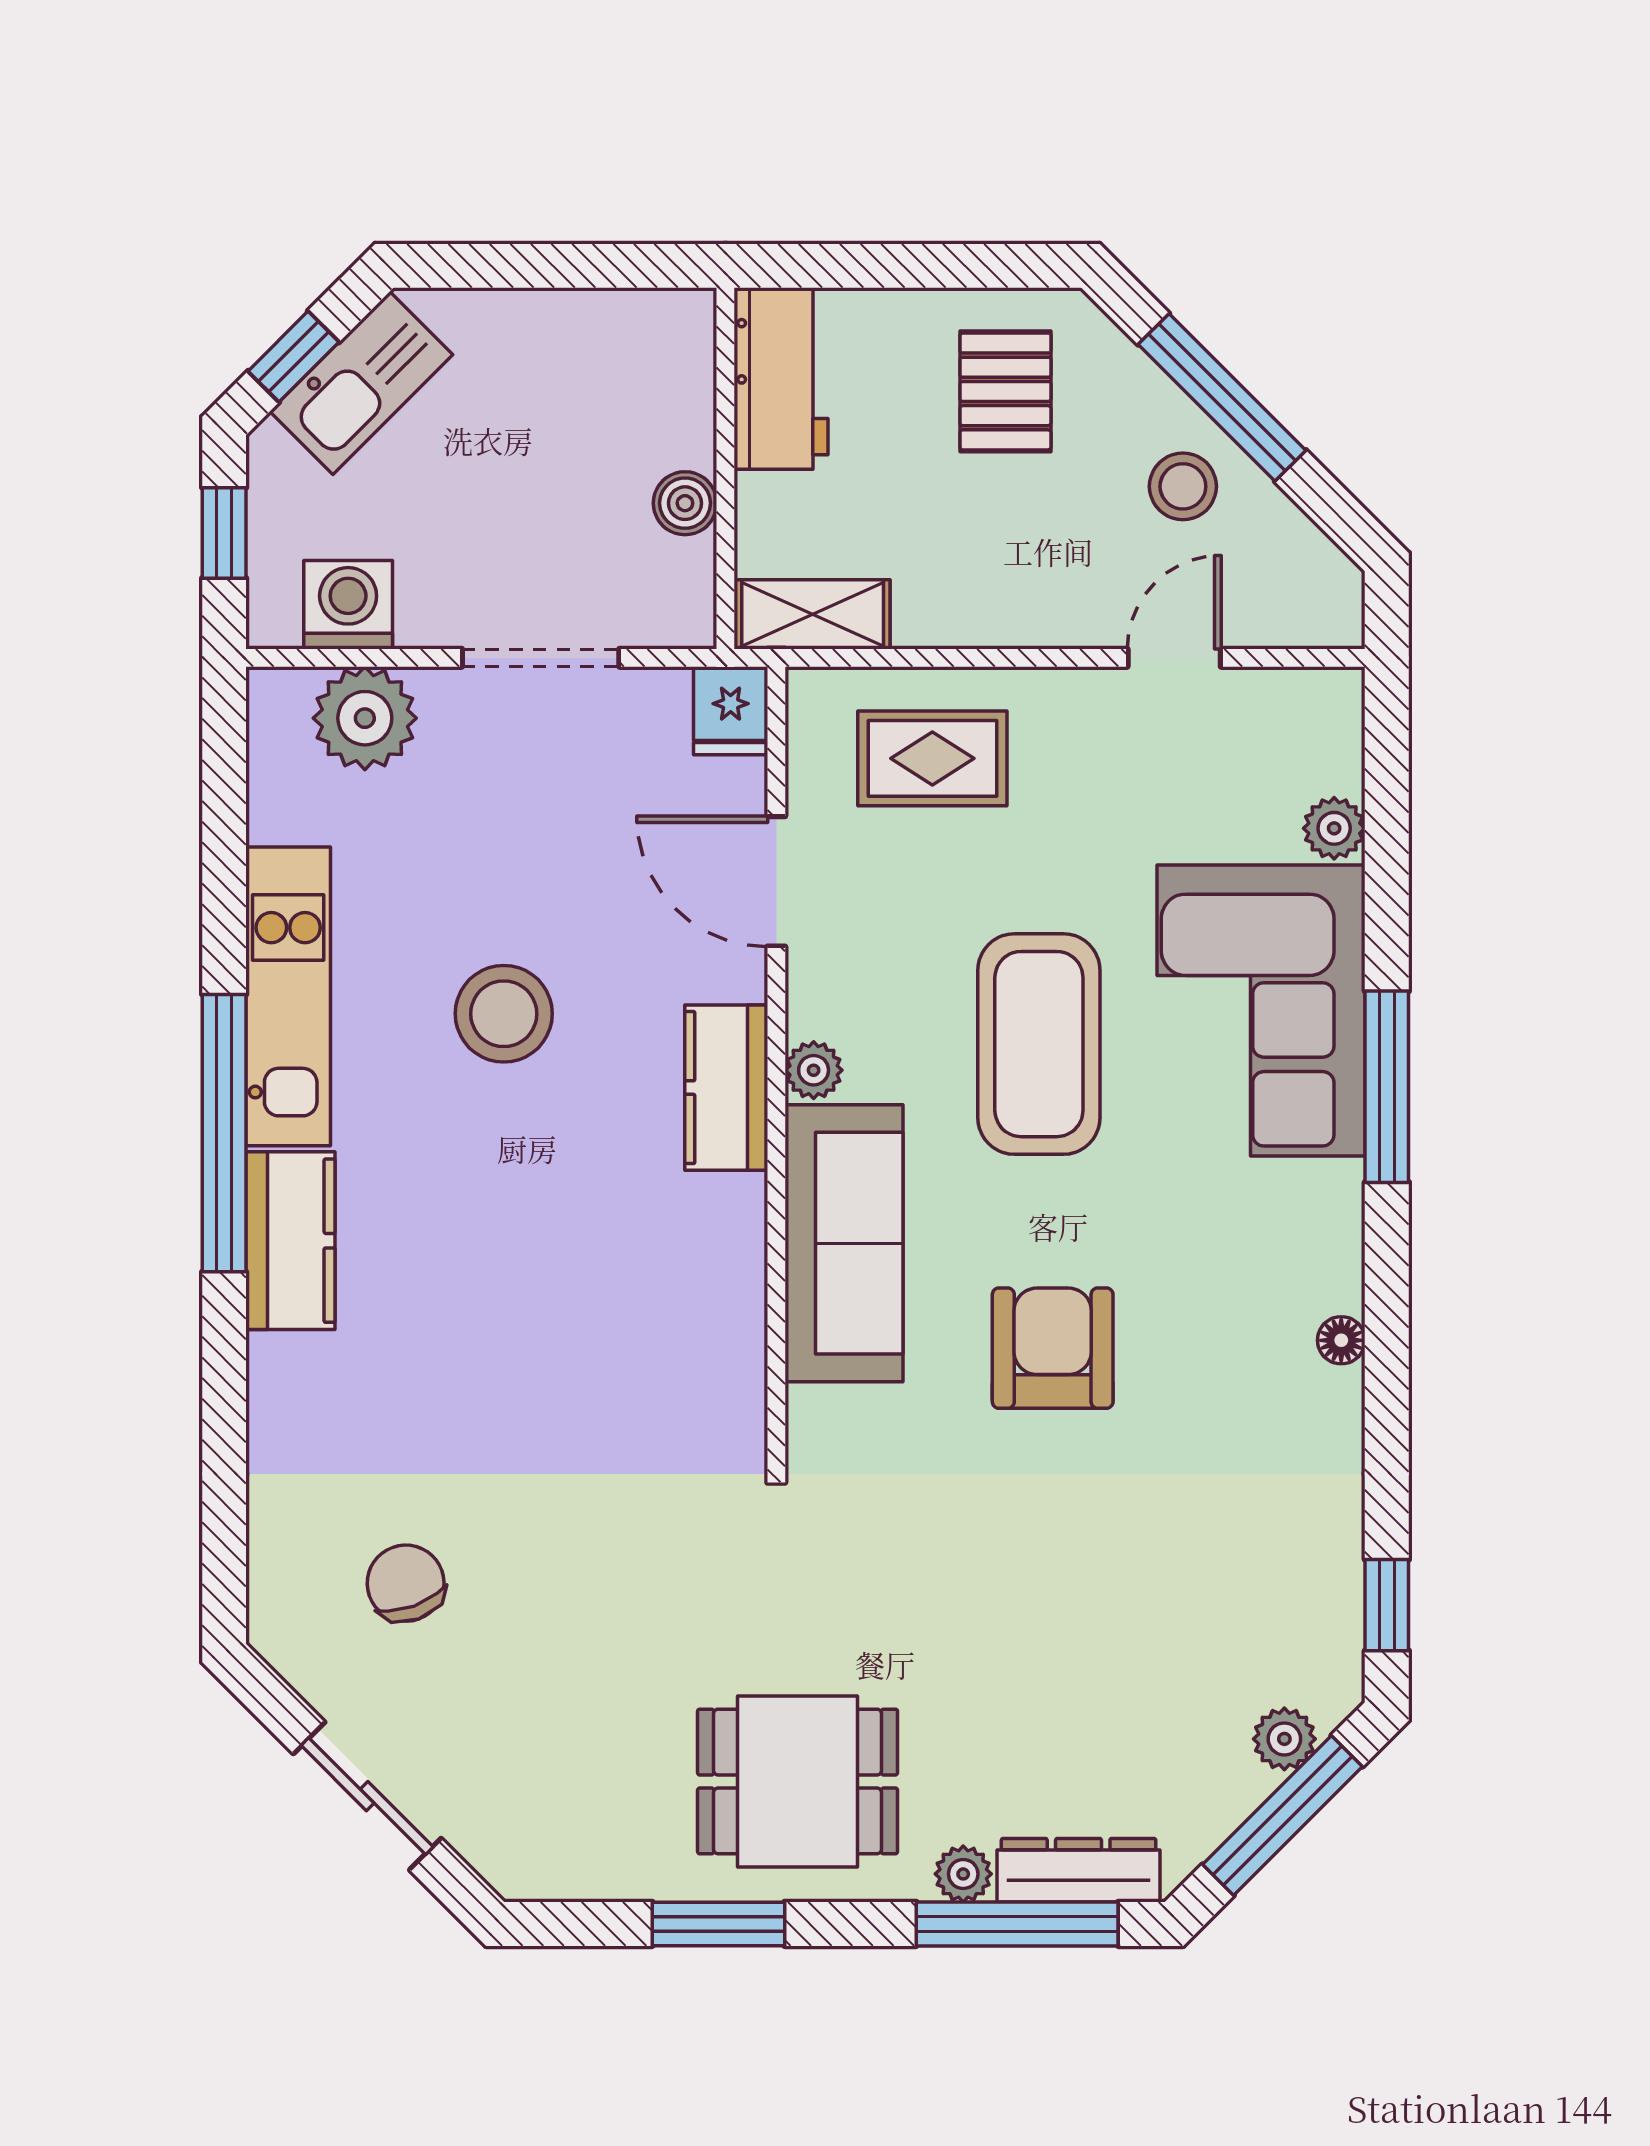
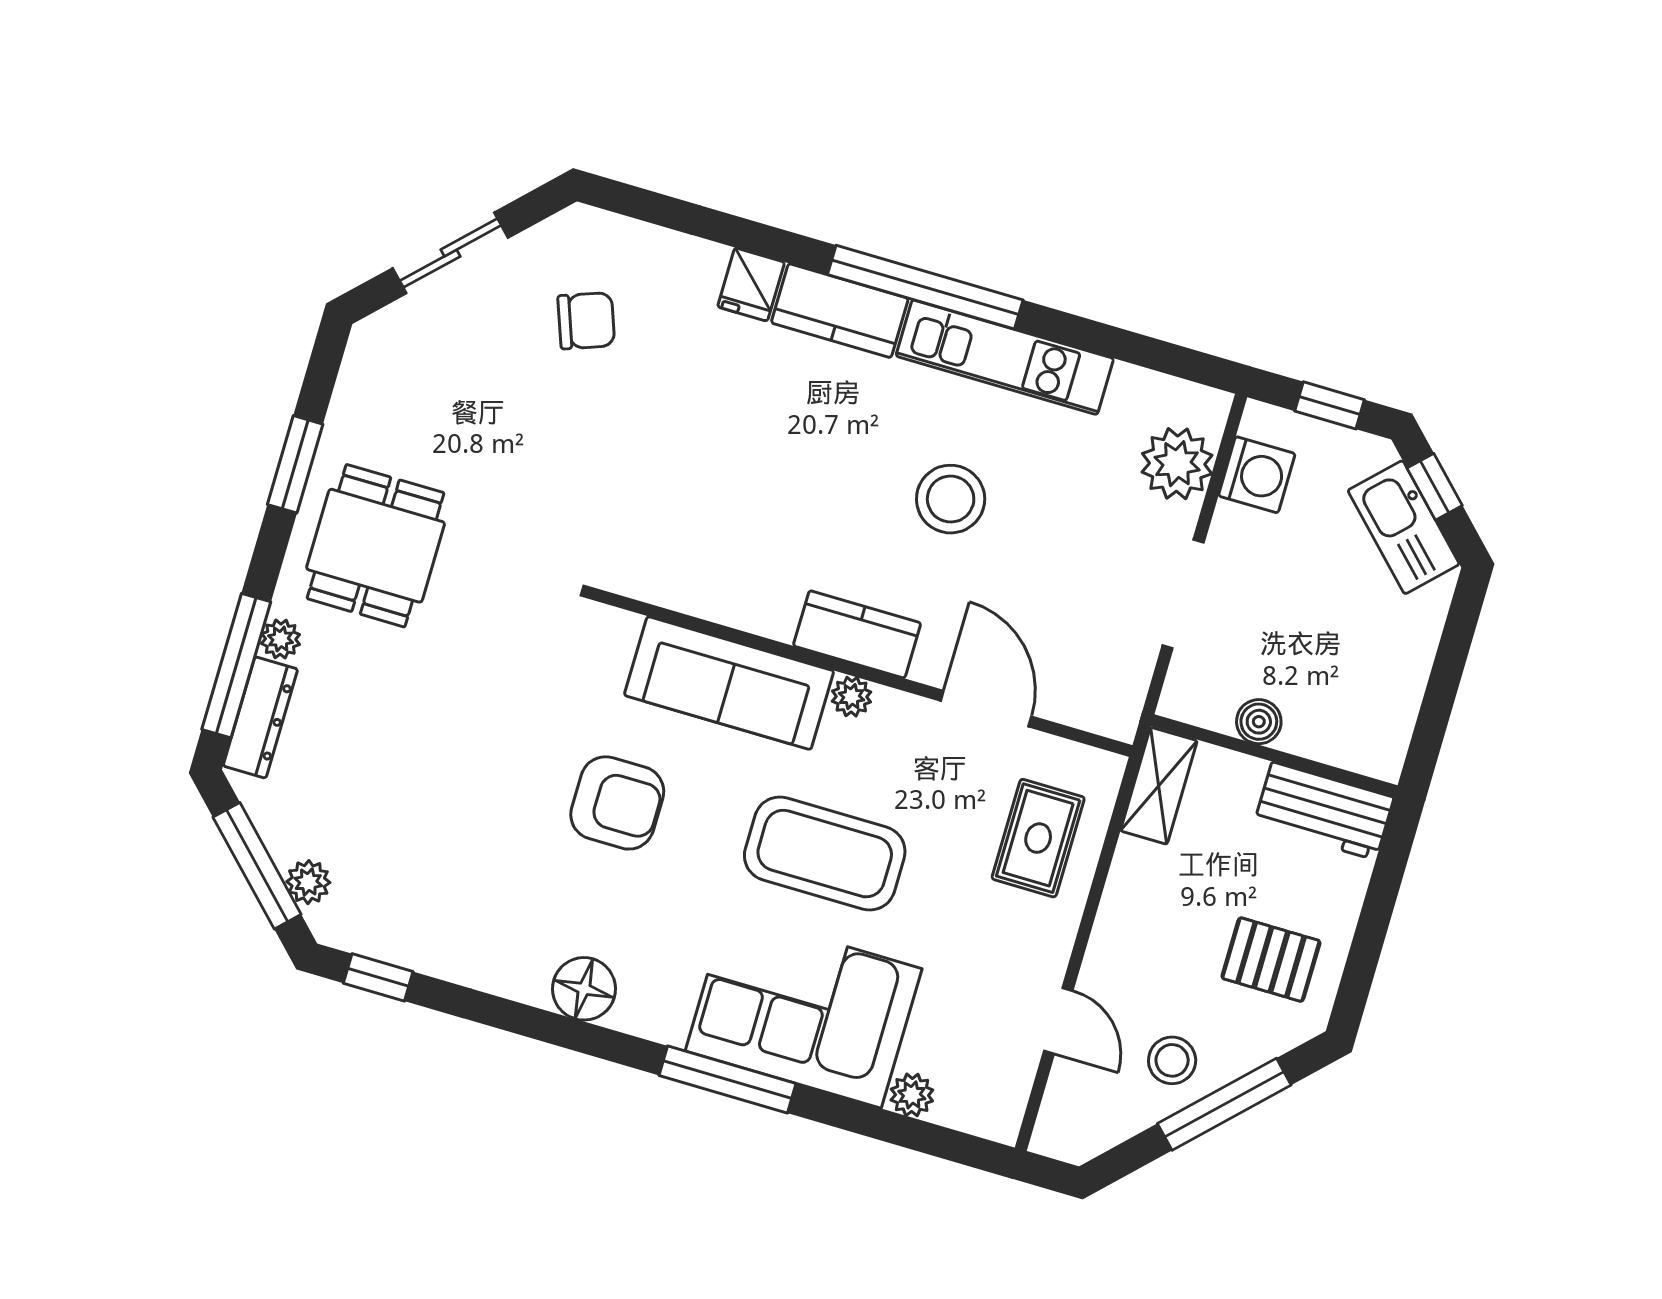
fridge: (731, 711) -> (751, 284), moved, turned -90
door: (776, 881) -> (986, 709), hinge flipped
floor lamp: (1341, 1340) -> (584, 989), width x1.89, depth x1.89

